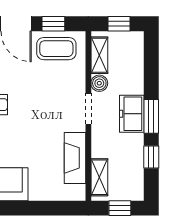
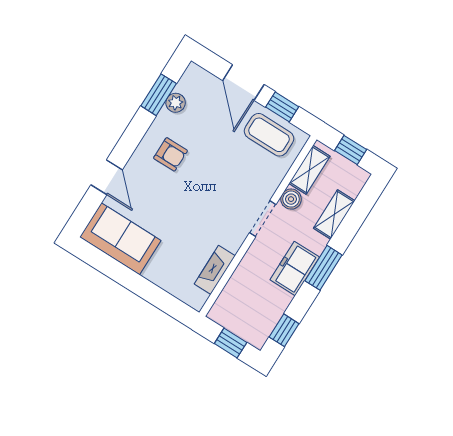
freezer: (132, 114) -> (295, 268), moved
window: (151, 157) -> (284, 330), moved
fireplace: (75, 158) -> (215, 270), width x0.73, depth x0.76
shelving: (99, 177) -> (334, 214), moved

